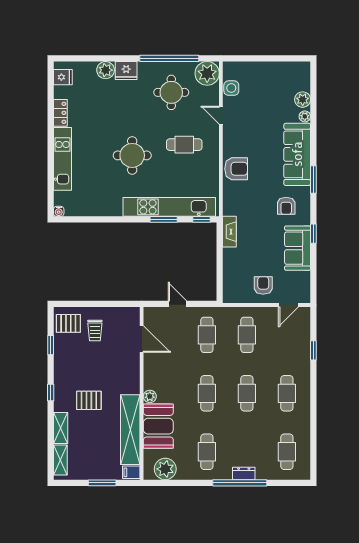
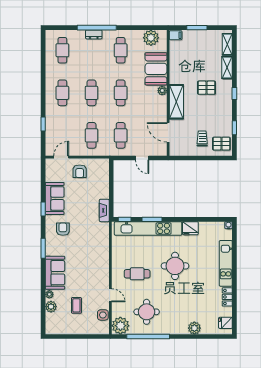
fridge: (126, 71) -> (190, 228), moved, turned 180
coffee table: (268, 101) -> (76, 305), added
sofa: (297, 154) -> (55, 273), width x0.73
armchair: (236, 169) -> (99, 256), removed
shelving: (130, 430) -> (176, 102), moved, width x0.68

